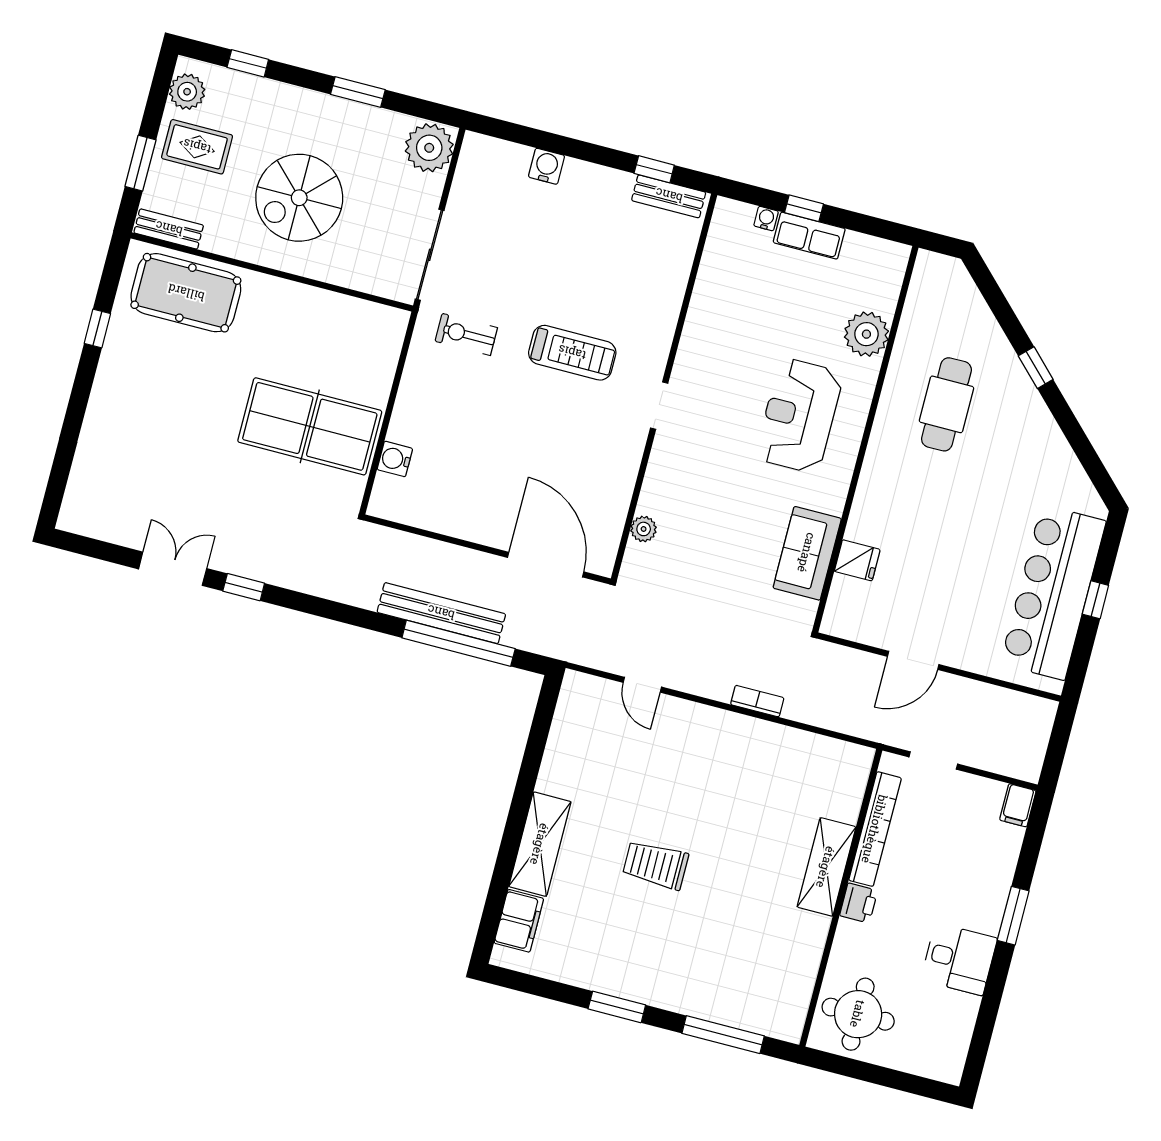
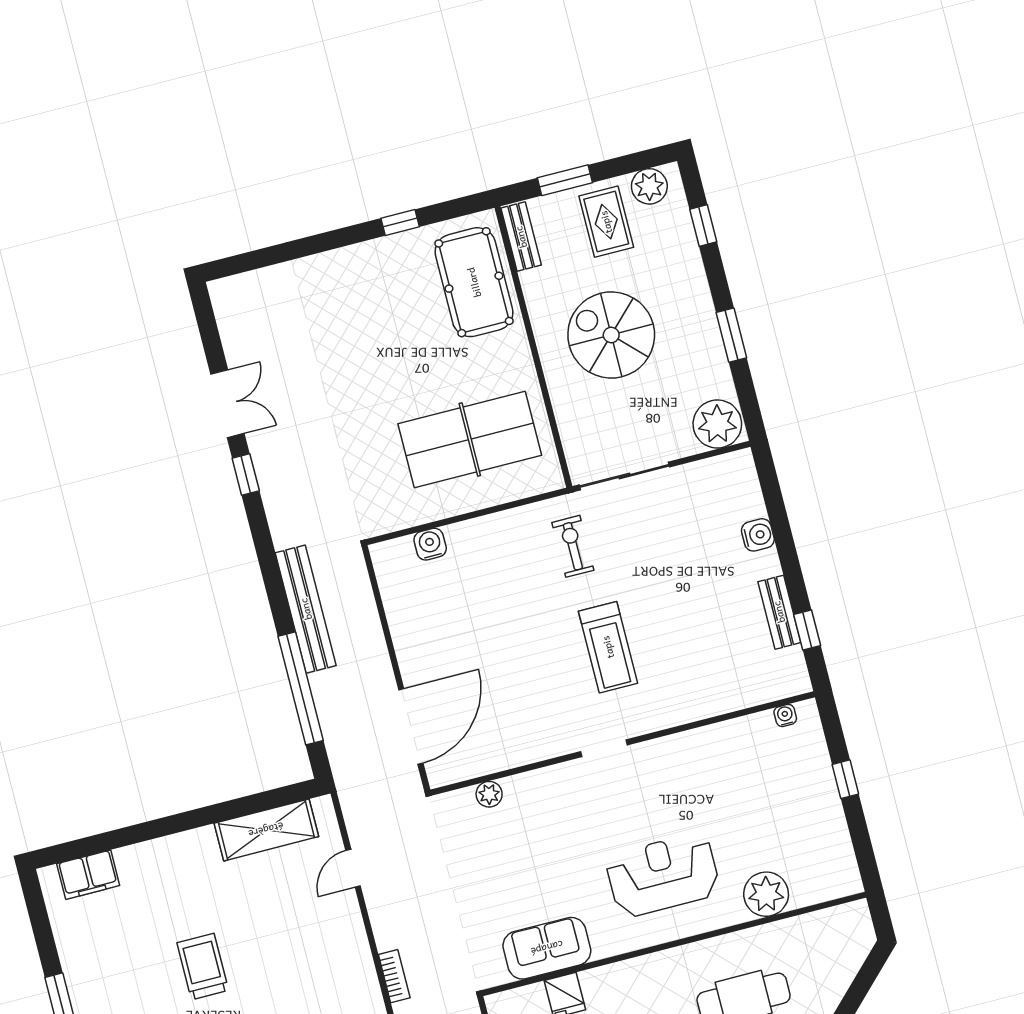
bench: (669, 196) -> (779, 612), moved
water cooler: (766, 219) -> (785, 715), moved, turned -90
row of seats: (809, 236) -> (824, 797), removed
table tennis table: (310, 426) -> (470, 439), moved, turned 90
bench: (441, 613) -> (306, 609), moved
shelving: (540, 844) -> (266, 830), moved

